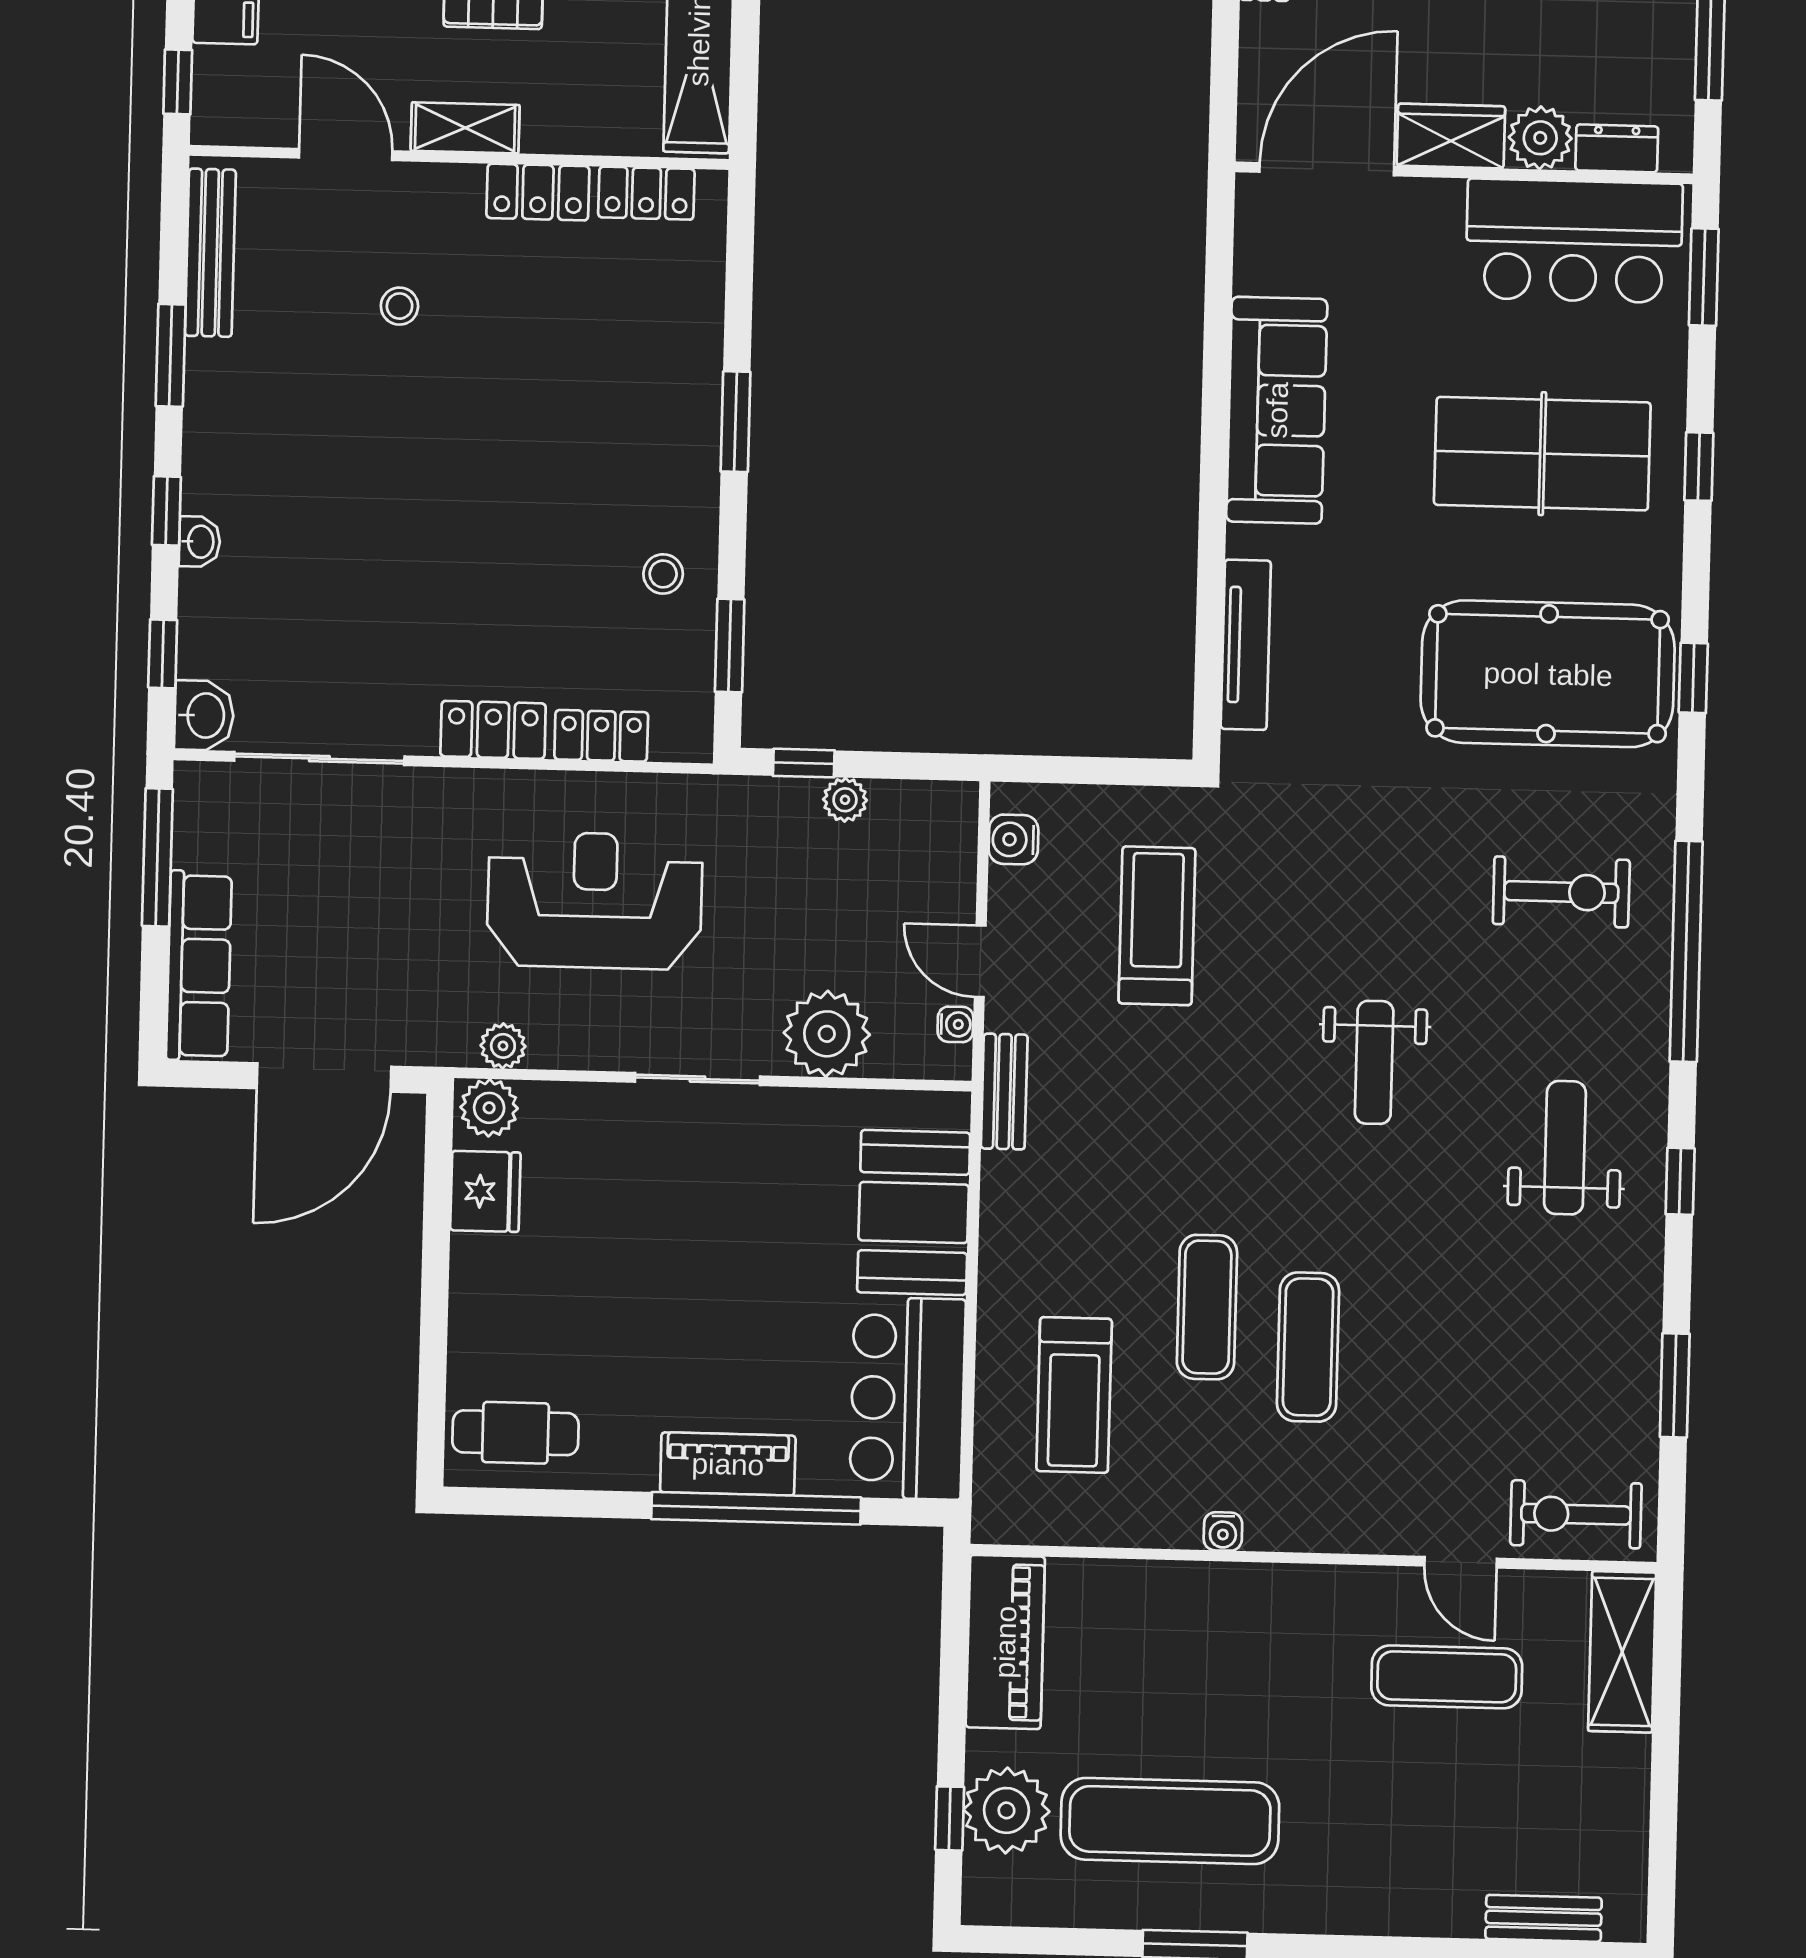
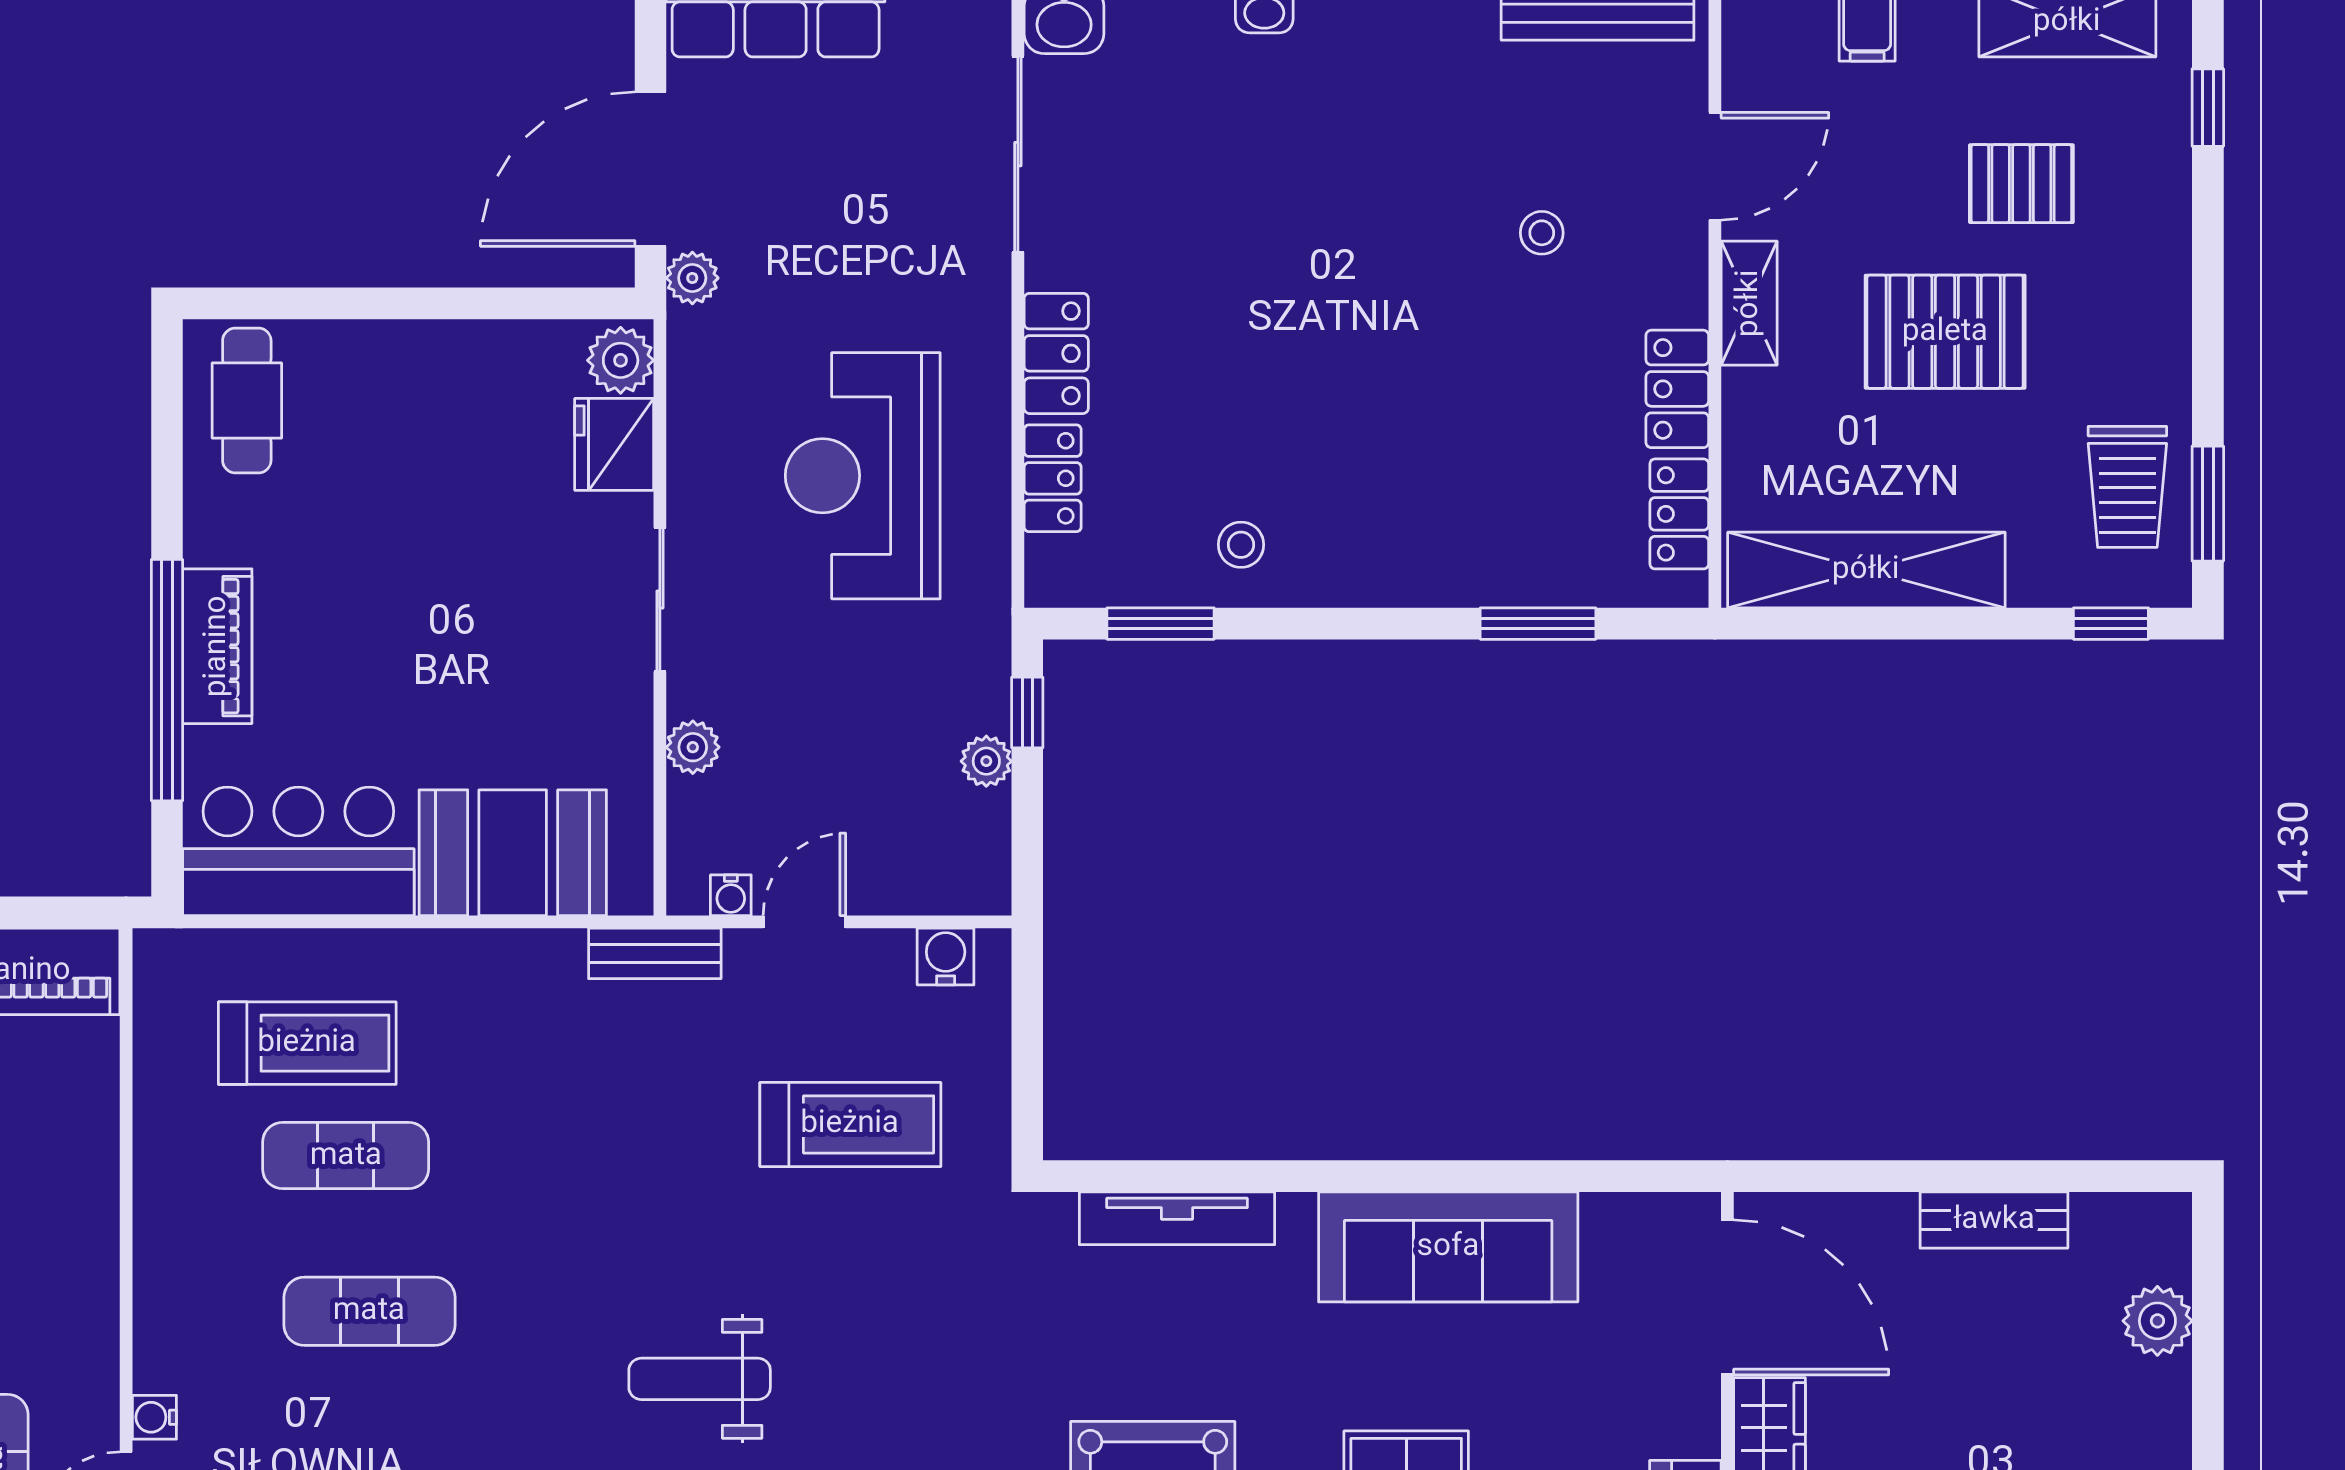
window: (736, 422) -> (1538, 624), moved
reception desk: (595, 900) -> (863, 476), turned 180
plant: (827, 1034) -> (693, 747), width x0.53, depth x0.53
plant: (503, 1046) -> (692, 278), moved
door: (324, 1077) -> (651, 169), hinge flipped
fridge: (485, 1191) -> (614, 444), moved, turned 90
exercise mat: (1207, 1307) -> (346, 1156), moved
treadmill: (1074, 1395) -> (307, 1043), turned 180
water cooler: (1223, 1531) -> (154, 1417), moved

